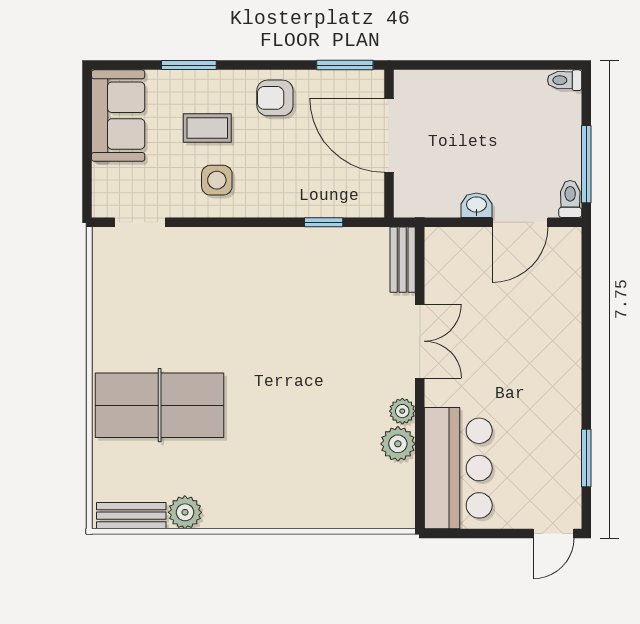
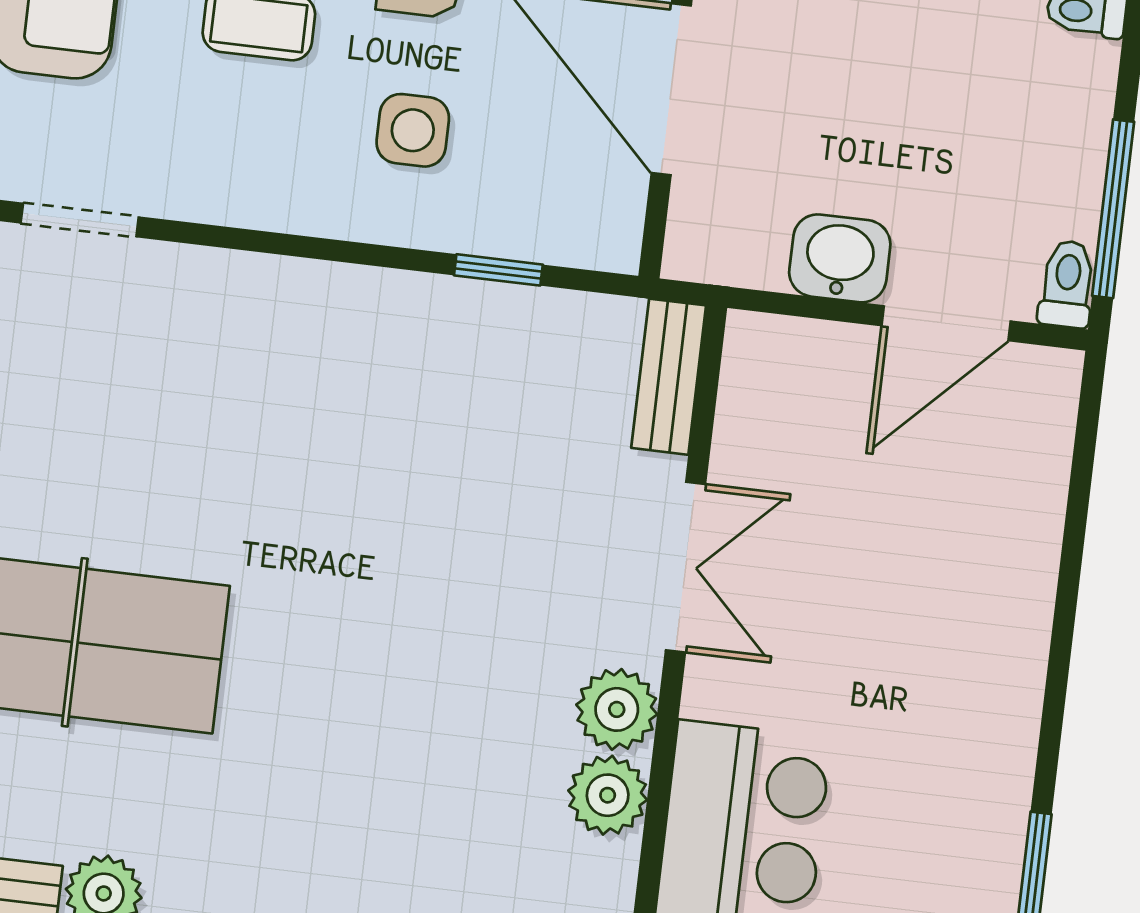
side table: (217, 180) -> (413, 130), moved
washbasin: (476, 205) -> (840, 258), width x1.38, depth x1.45
plant: (402, 411) -> (617, 709), width x1.38, depth x1.38

